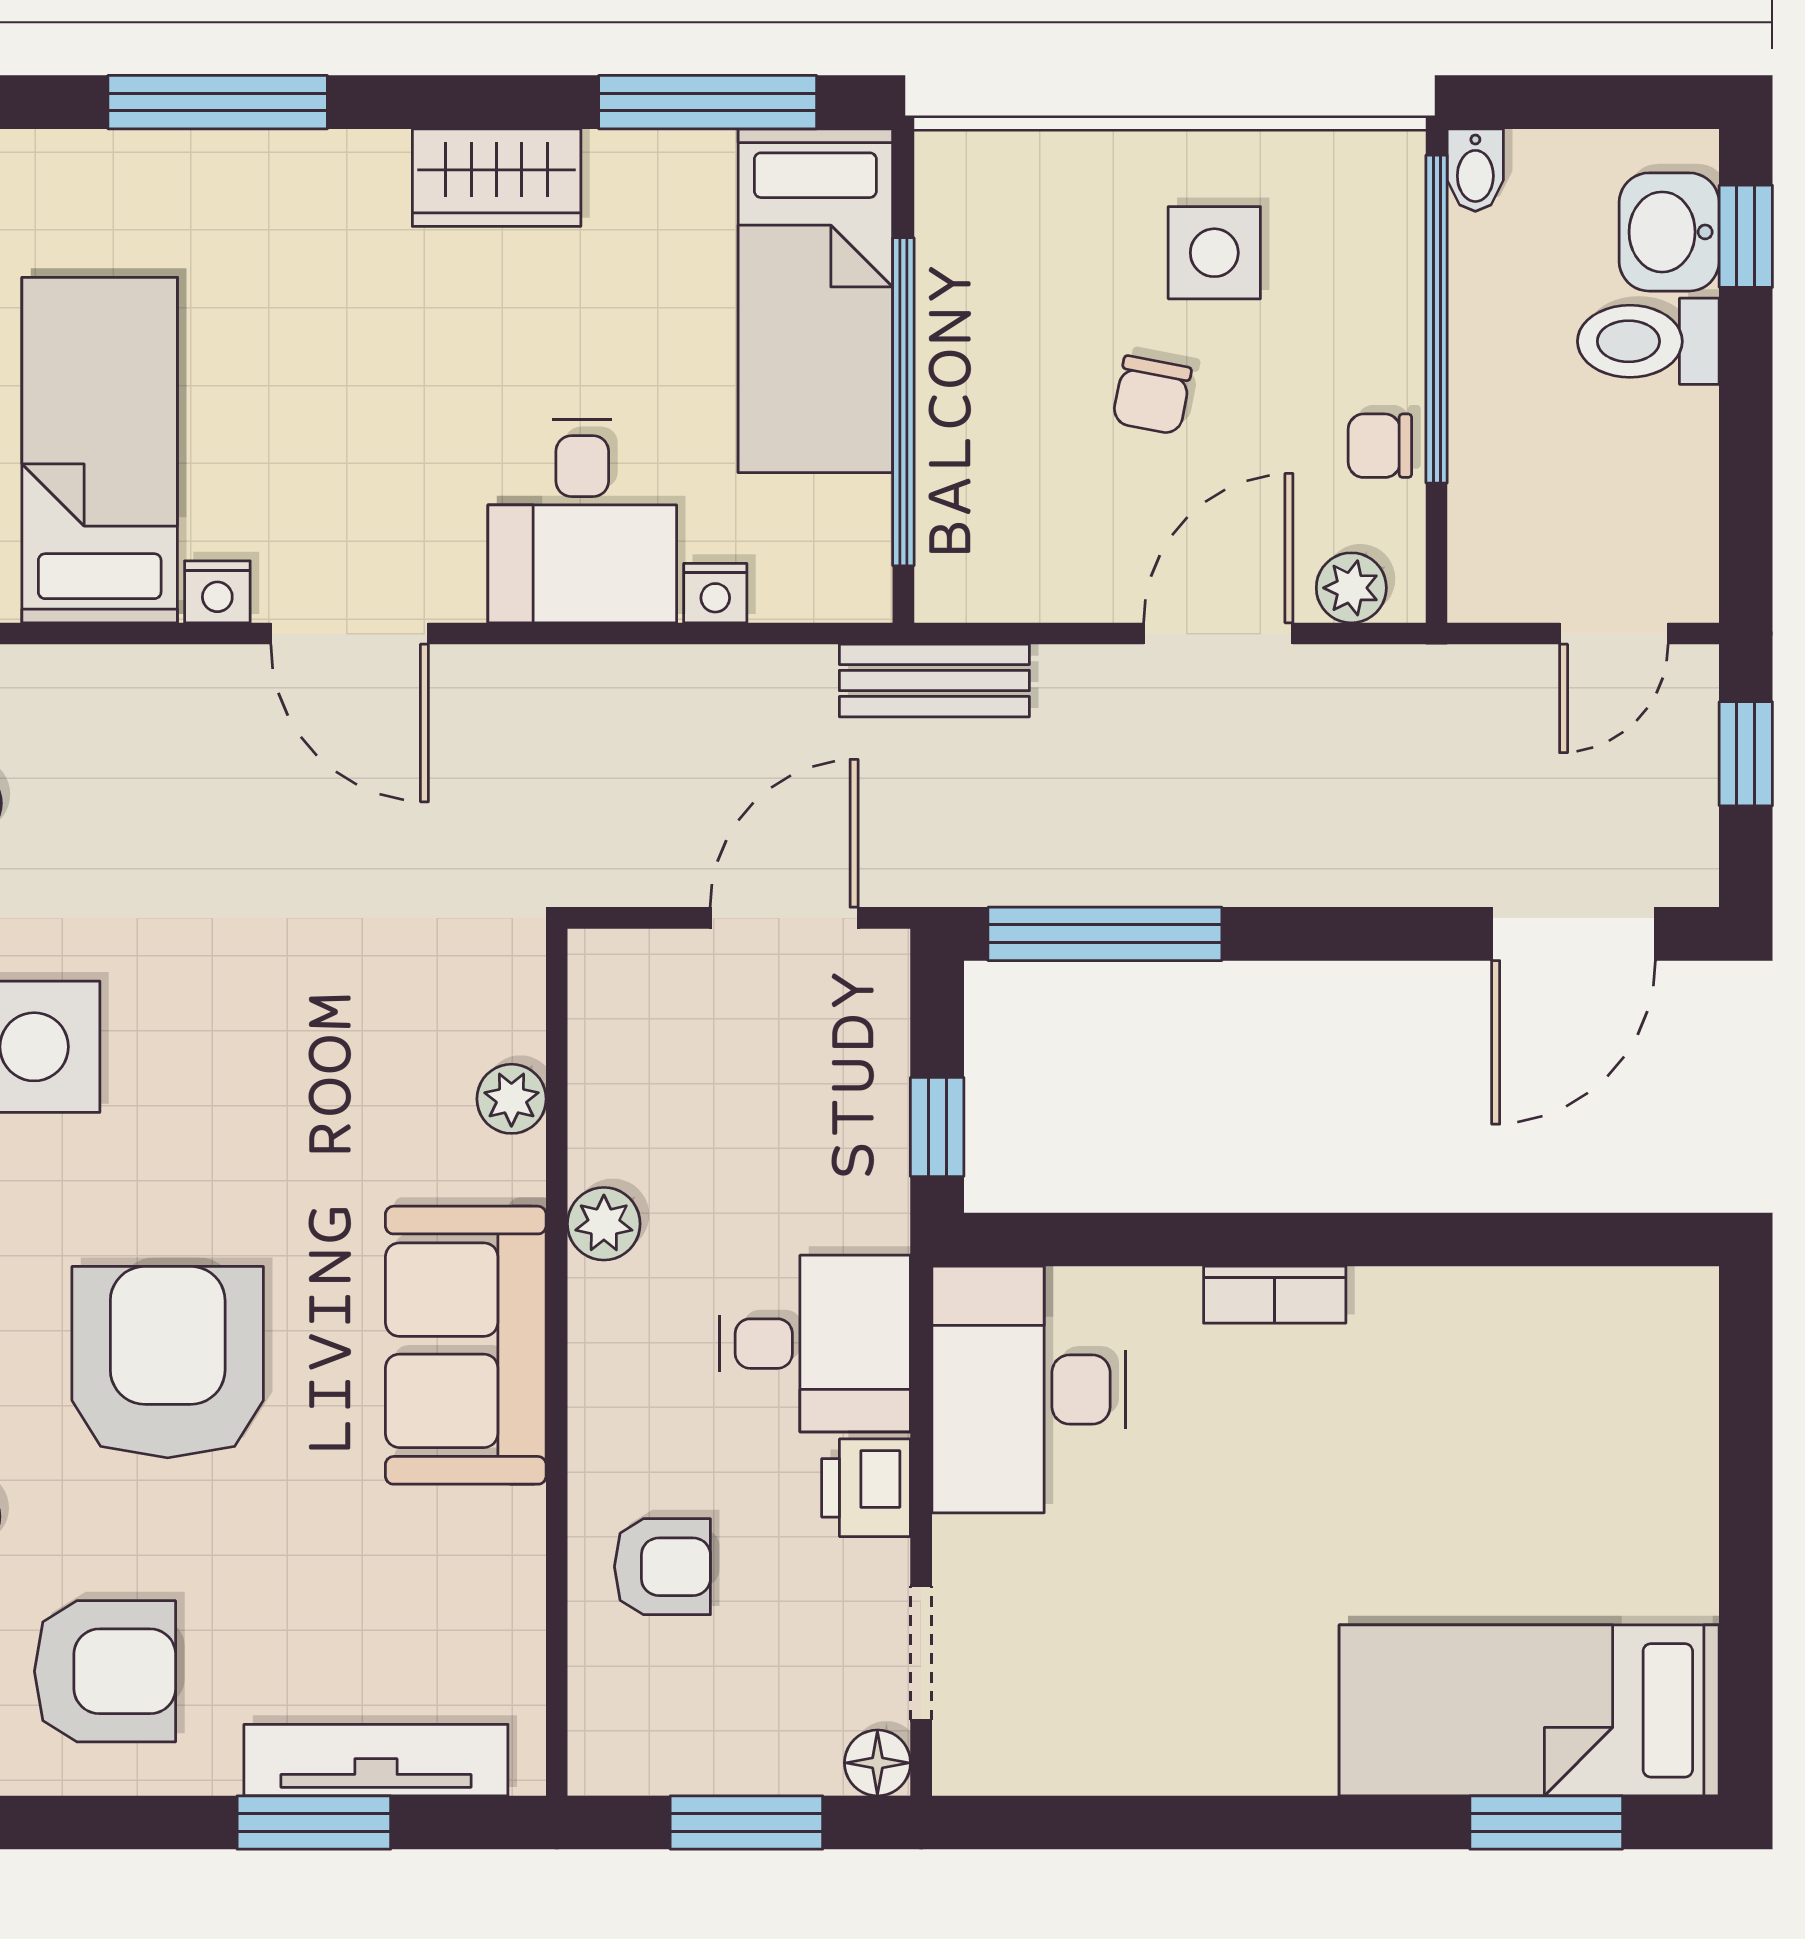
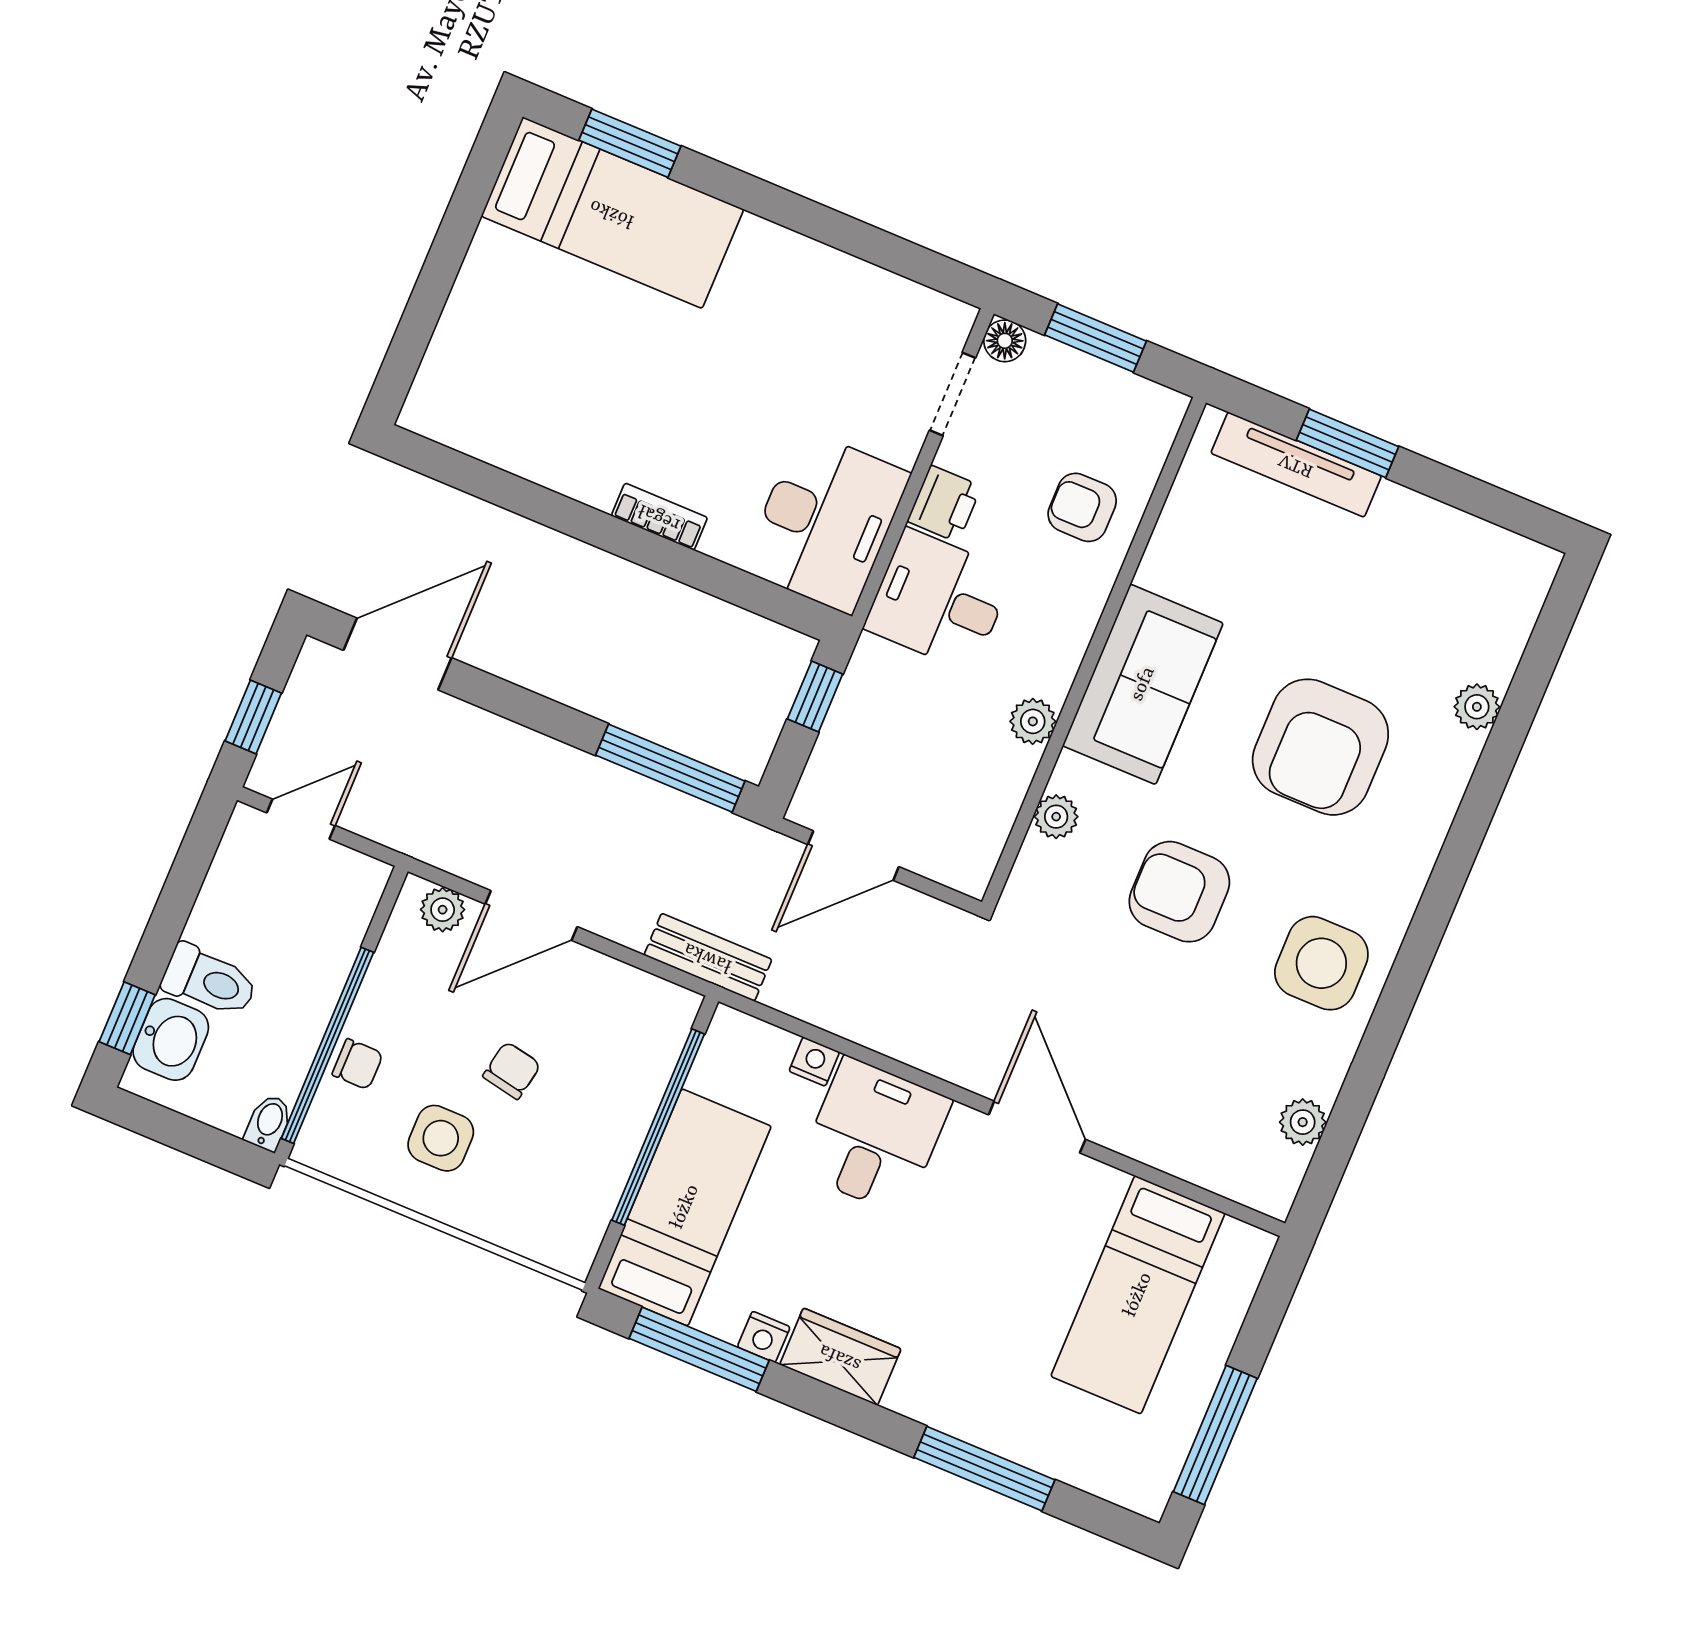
chair: (1380, 446) -> (358, 1064), moved
nightstand: (217, 592) -> (764, 1337), moved, turned 180
armchair: (105, 1671) -> (1179, 892), moved

